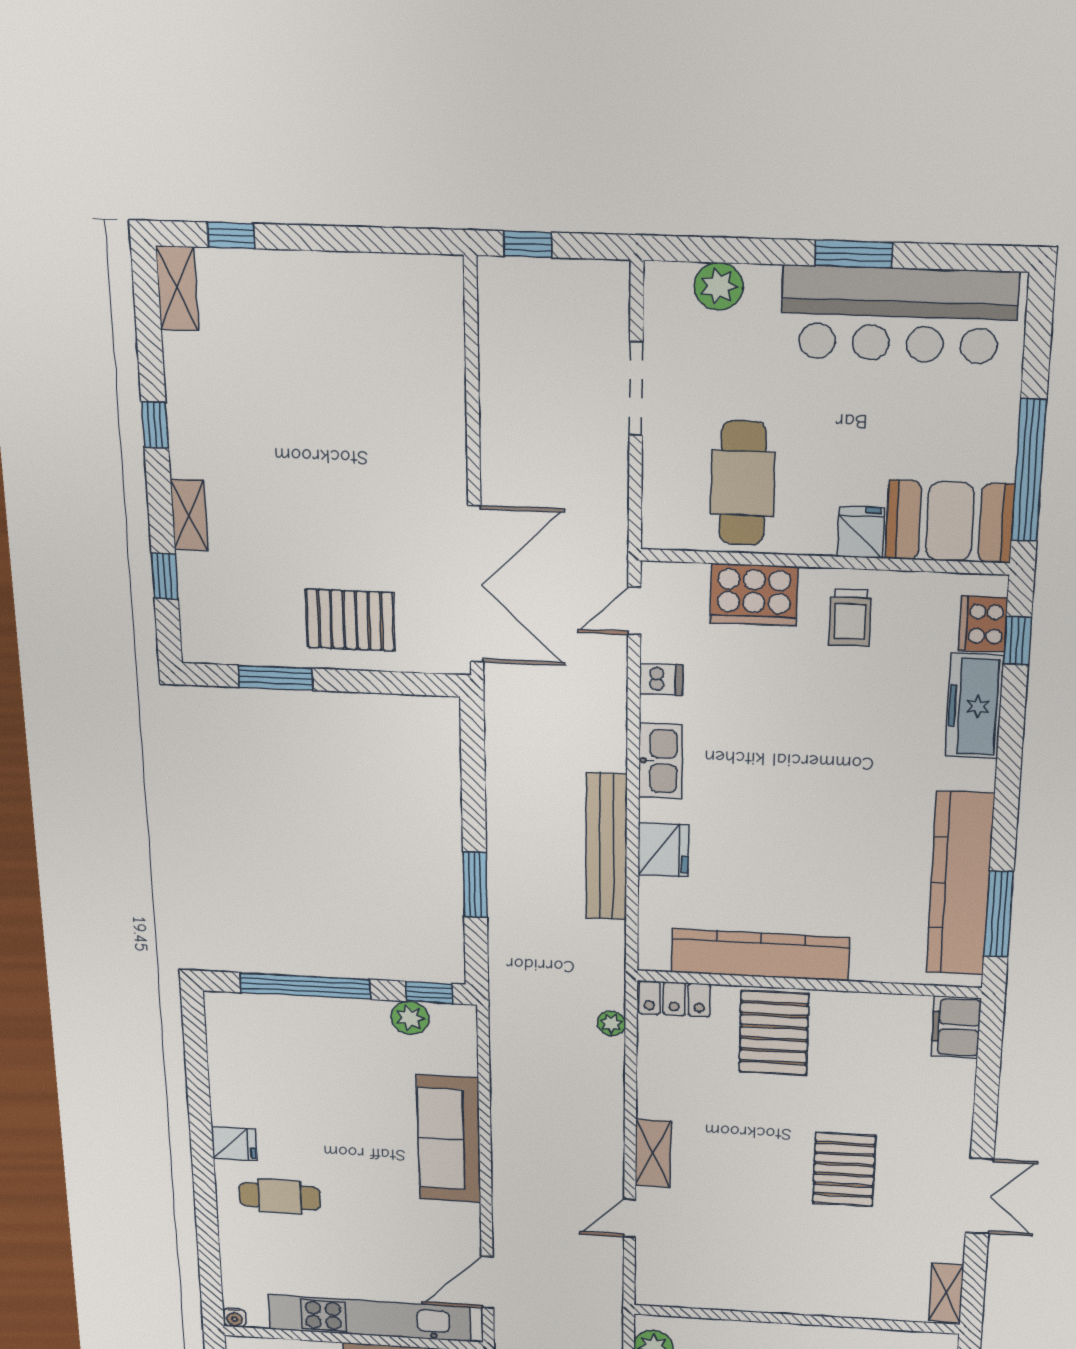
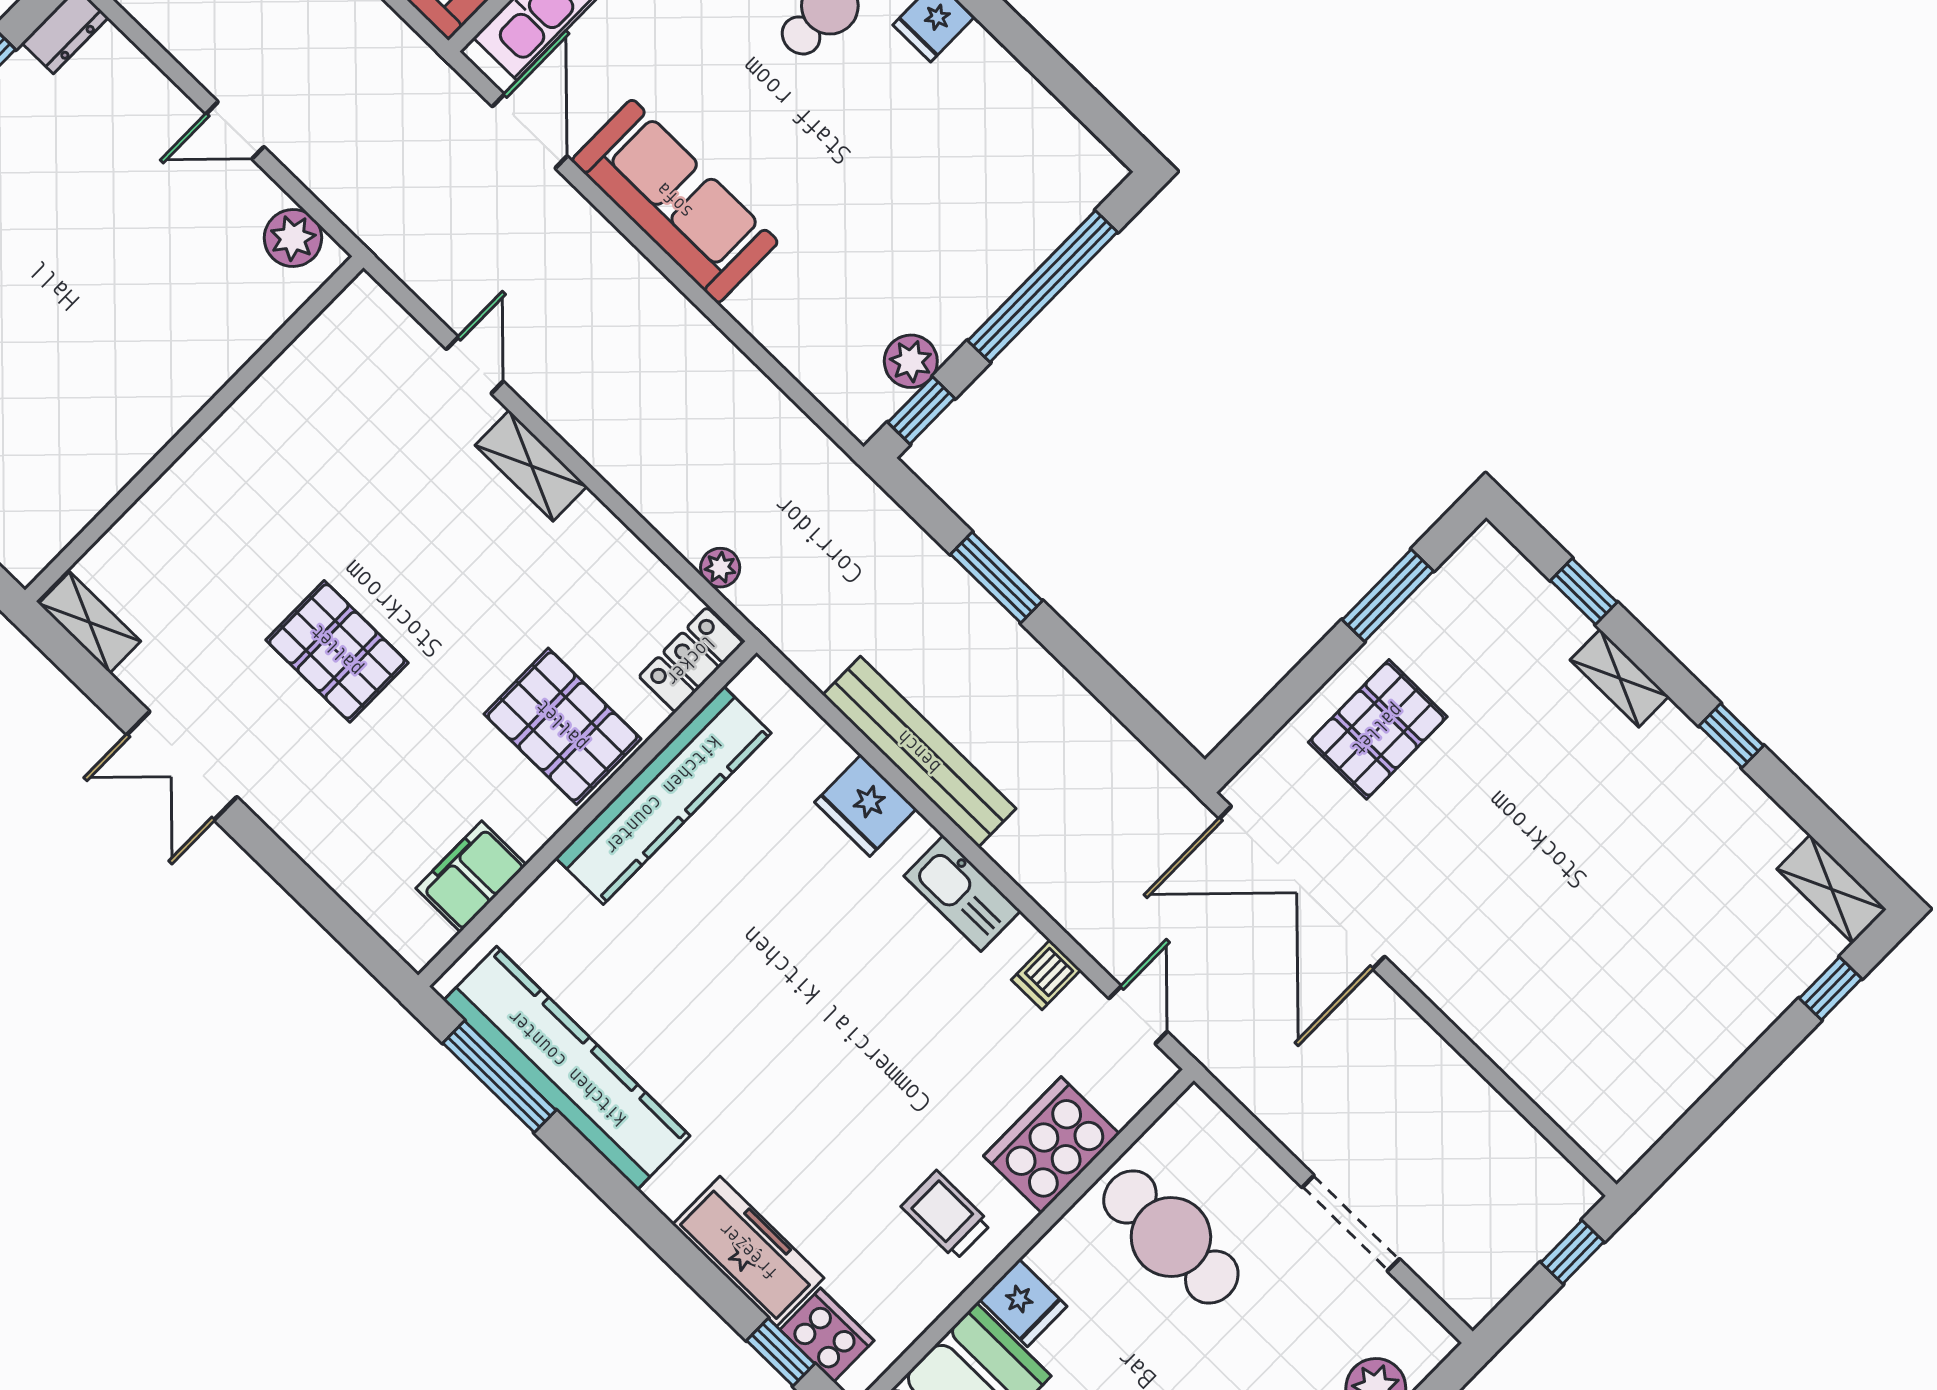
filing cabinet: (956, 1027) -> (471, 876), moved, turned -90
sofa: (449, 1139) -> (675, 201), moved

